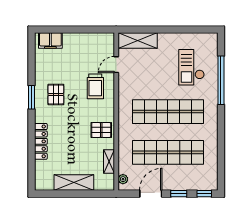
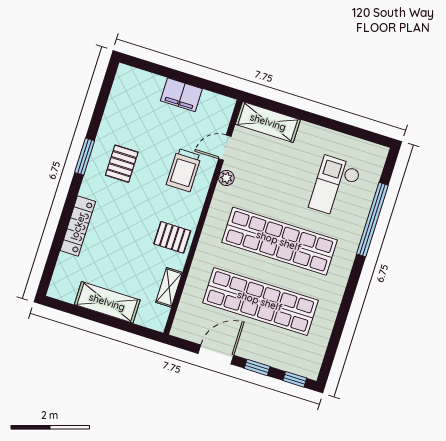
filing cabinet: (50, 40) -> (181, 95), moved
plant: (123, 179) -> (226, 178), moved

